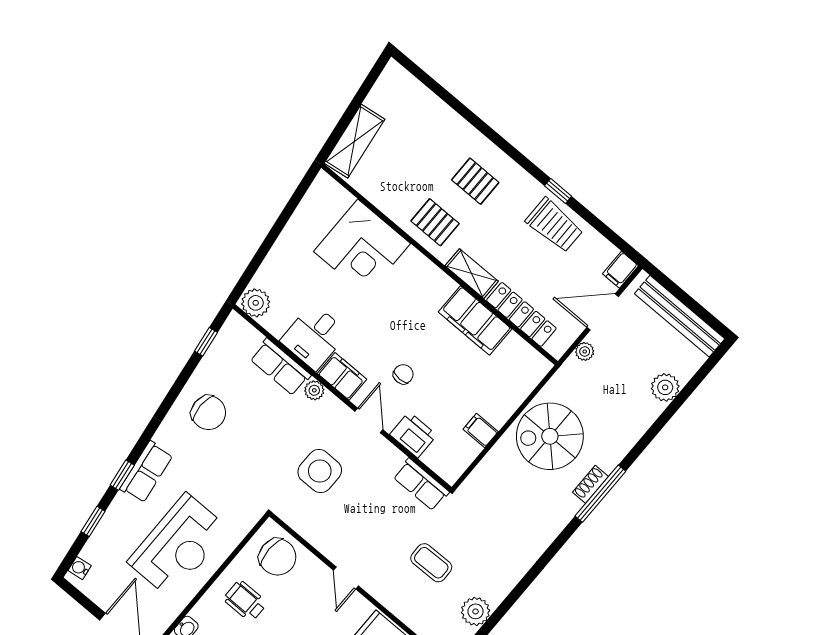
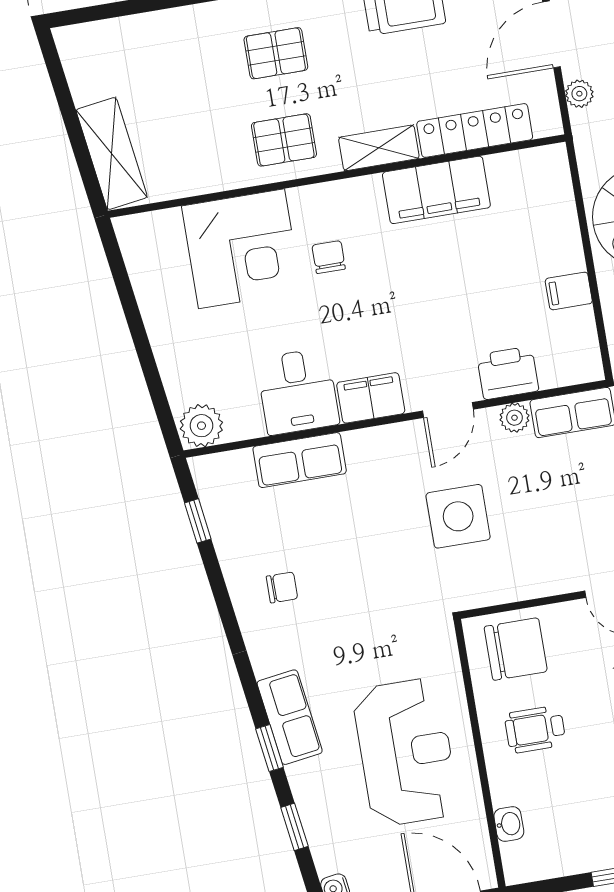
chair: (403, 374) -> (329, 257), moved
plant: (314, 390) -> (514, 418), moved
chair: (208, 413) -> (282, 587), width x0.54, depth x0.54
door: (369, 420) -> (448, 410), swing flipped

